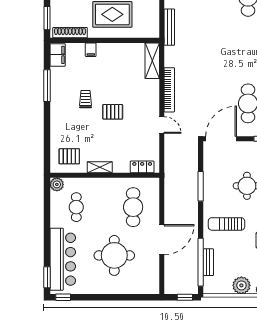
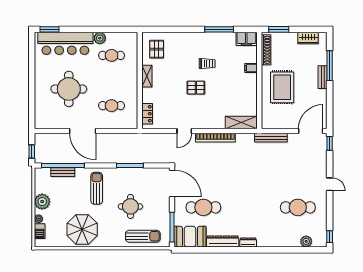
pallet: (113, 112) -> (196, 88), turned 90
plant: (57, 184) -> (100, 38), moved
cafe table: (133, 207) -> (112, 106), width x0.73, depth x0.74
window: (63, 297) -> (32, 44), removed

